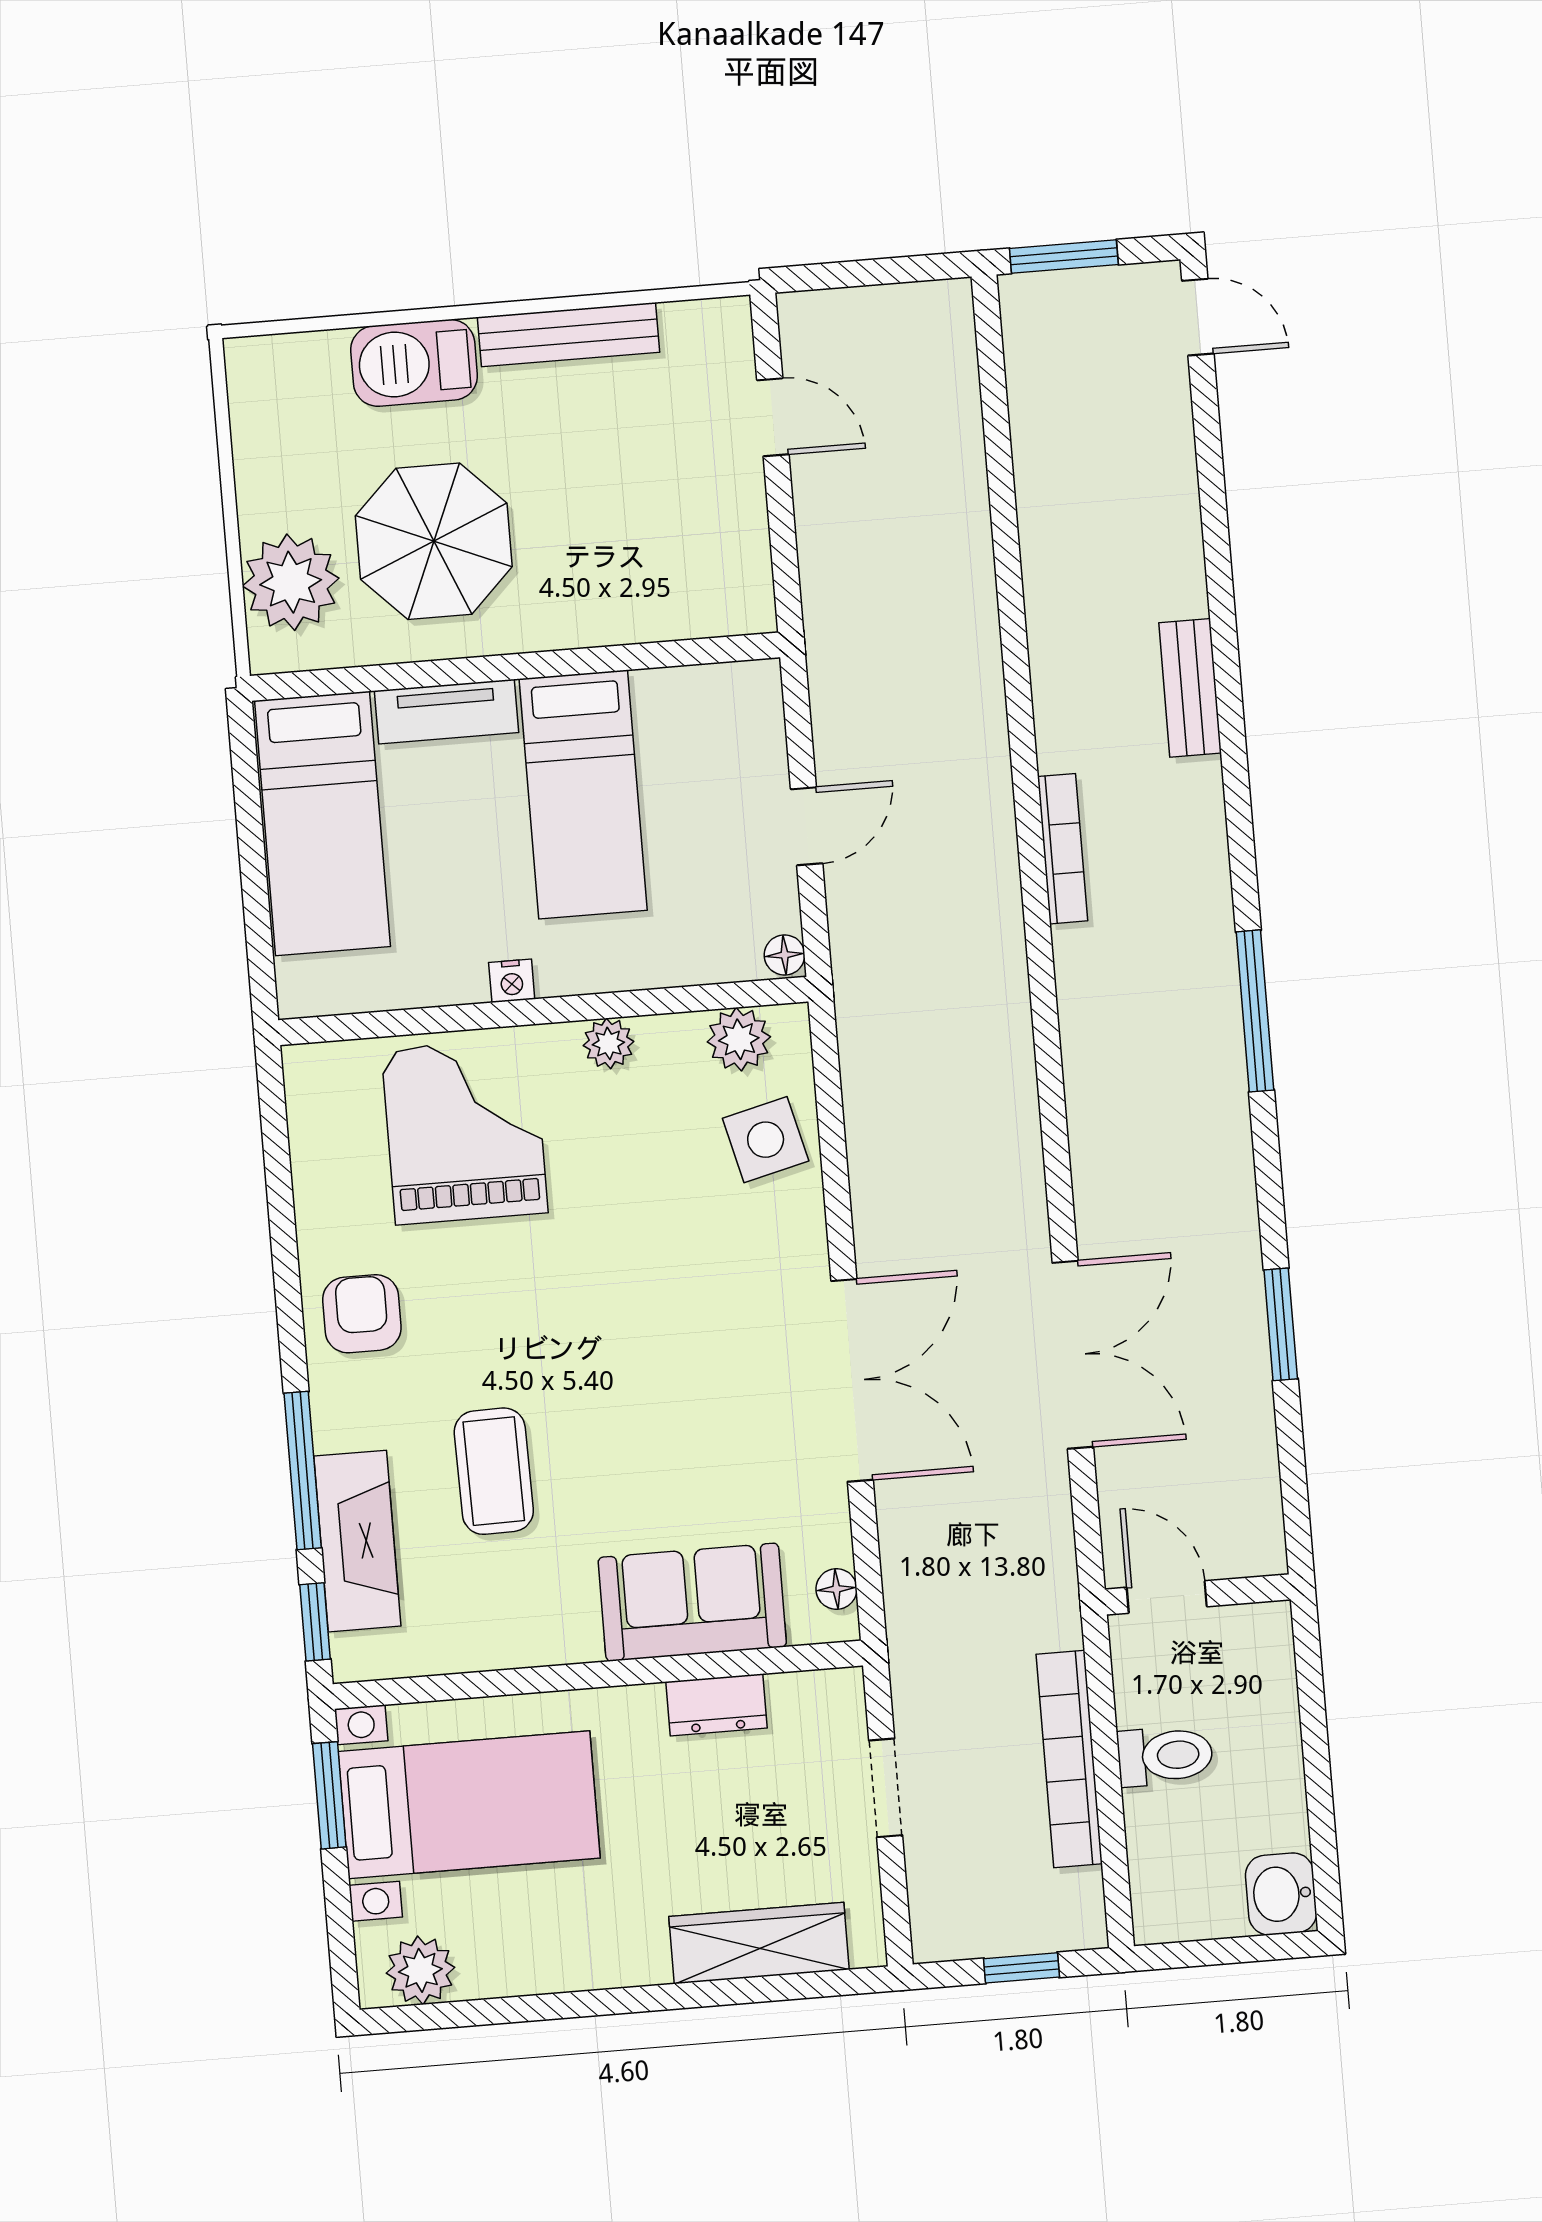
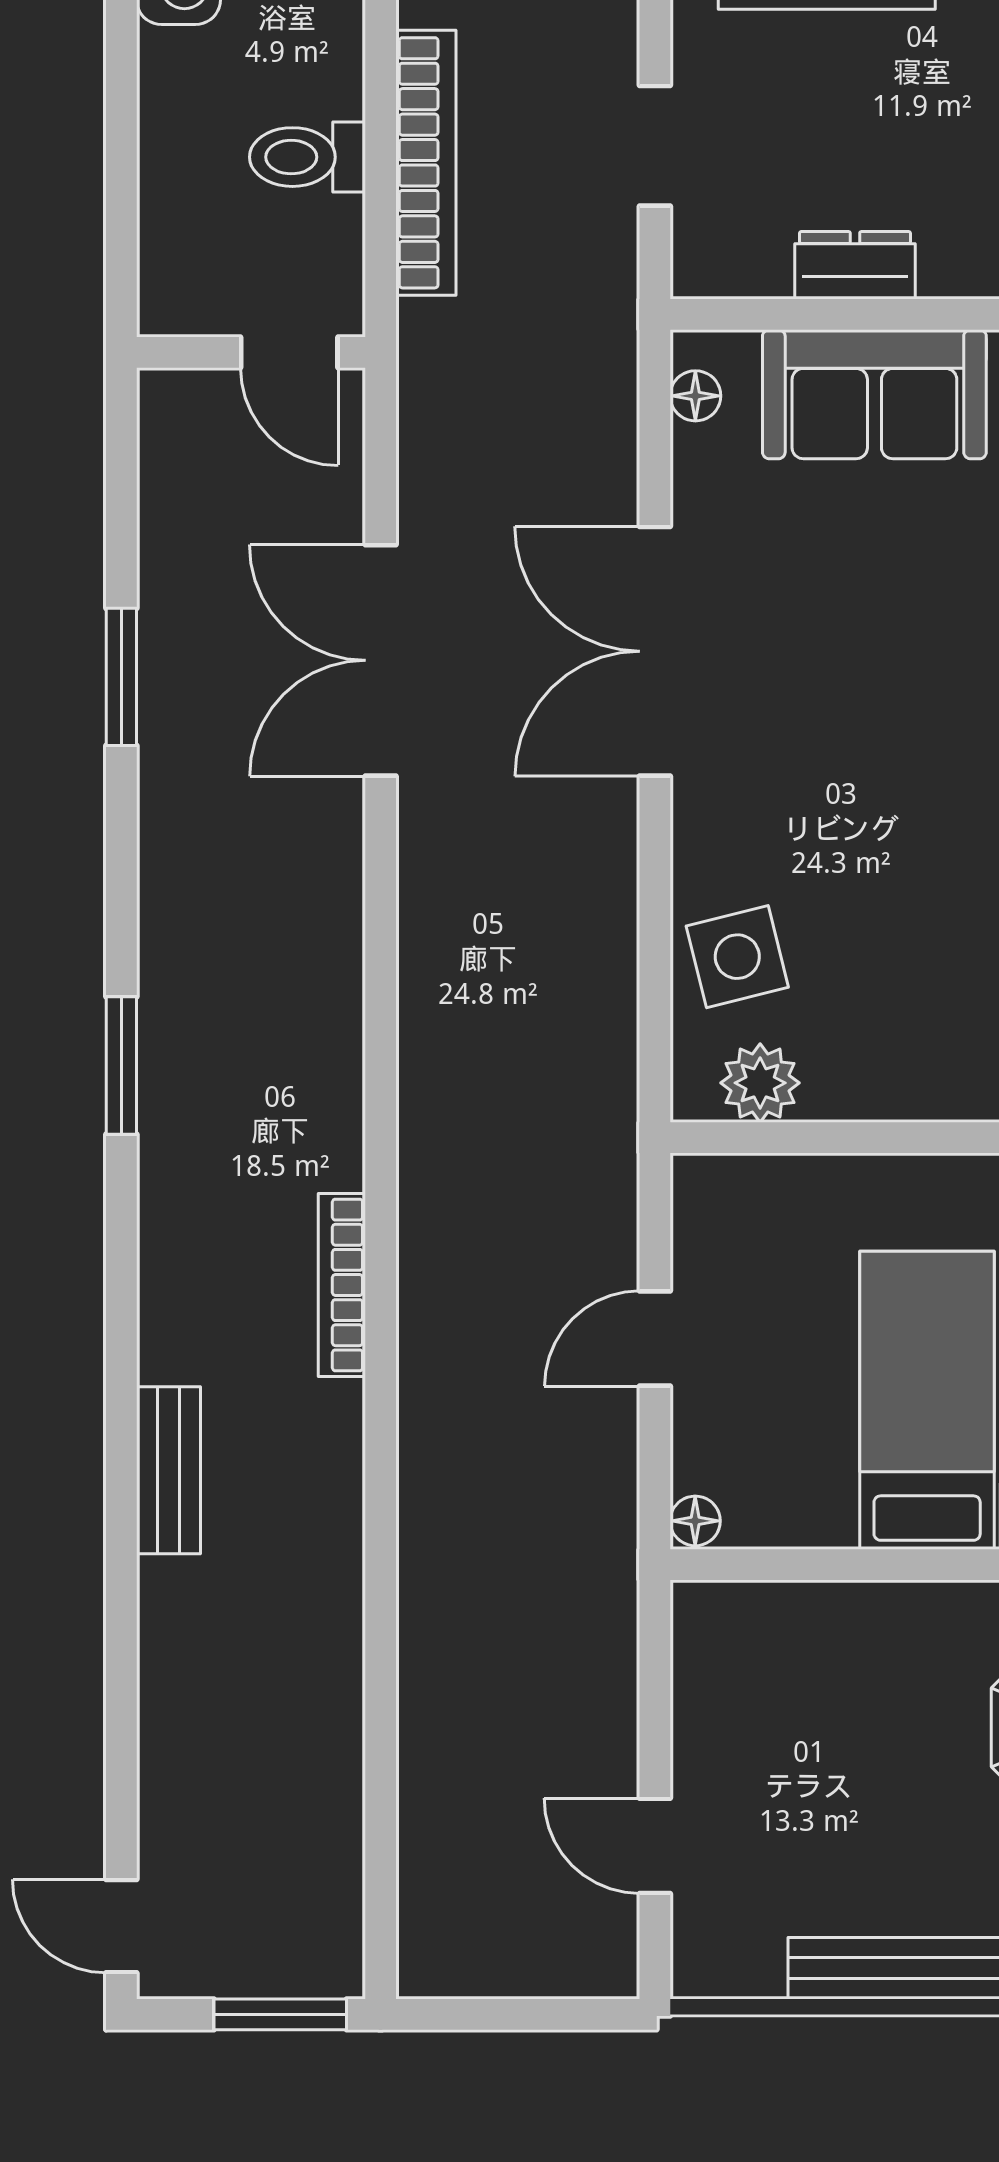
floor lamp: (785, 955) -> (695, 1521), moved
window: (1255, 1011) -> (121, 1066), width x0.69
plant: (608, 1043) -> (921, 1091), removed

